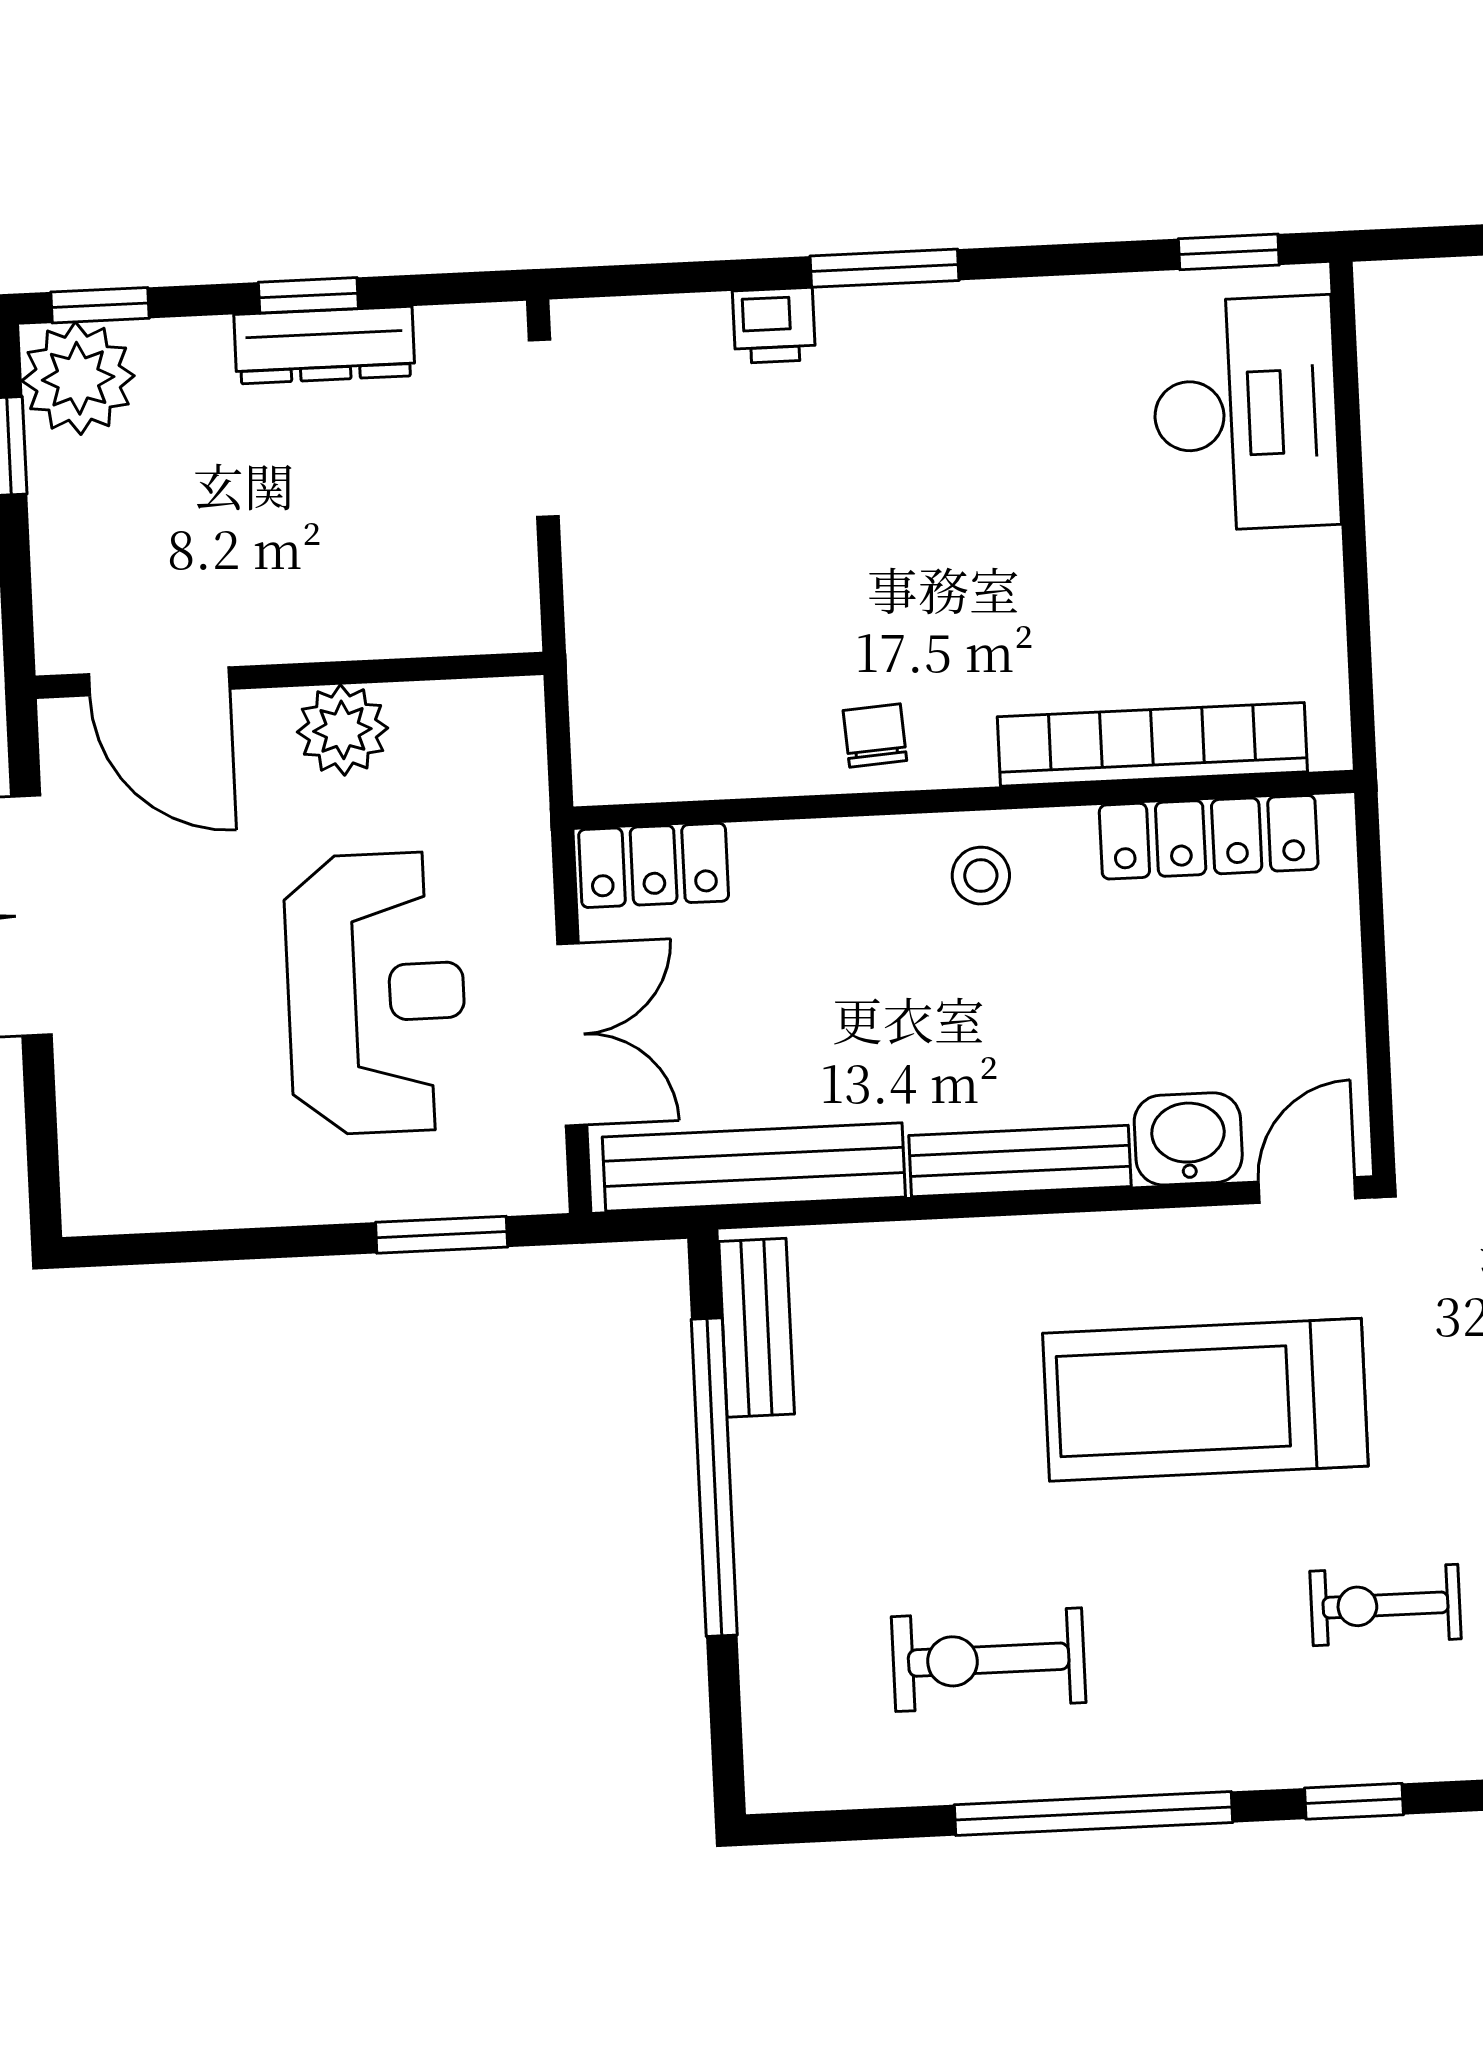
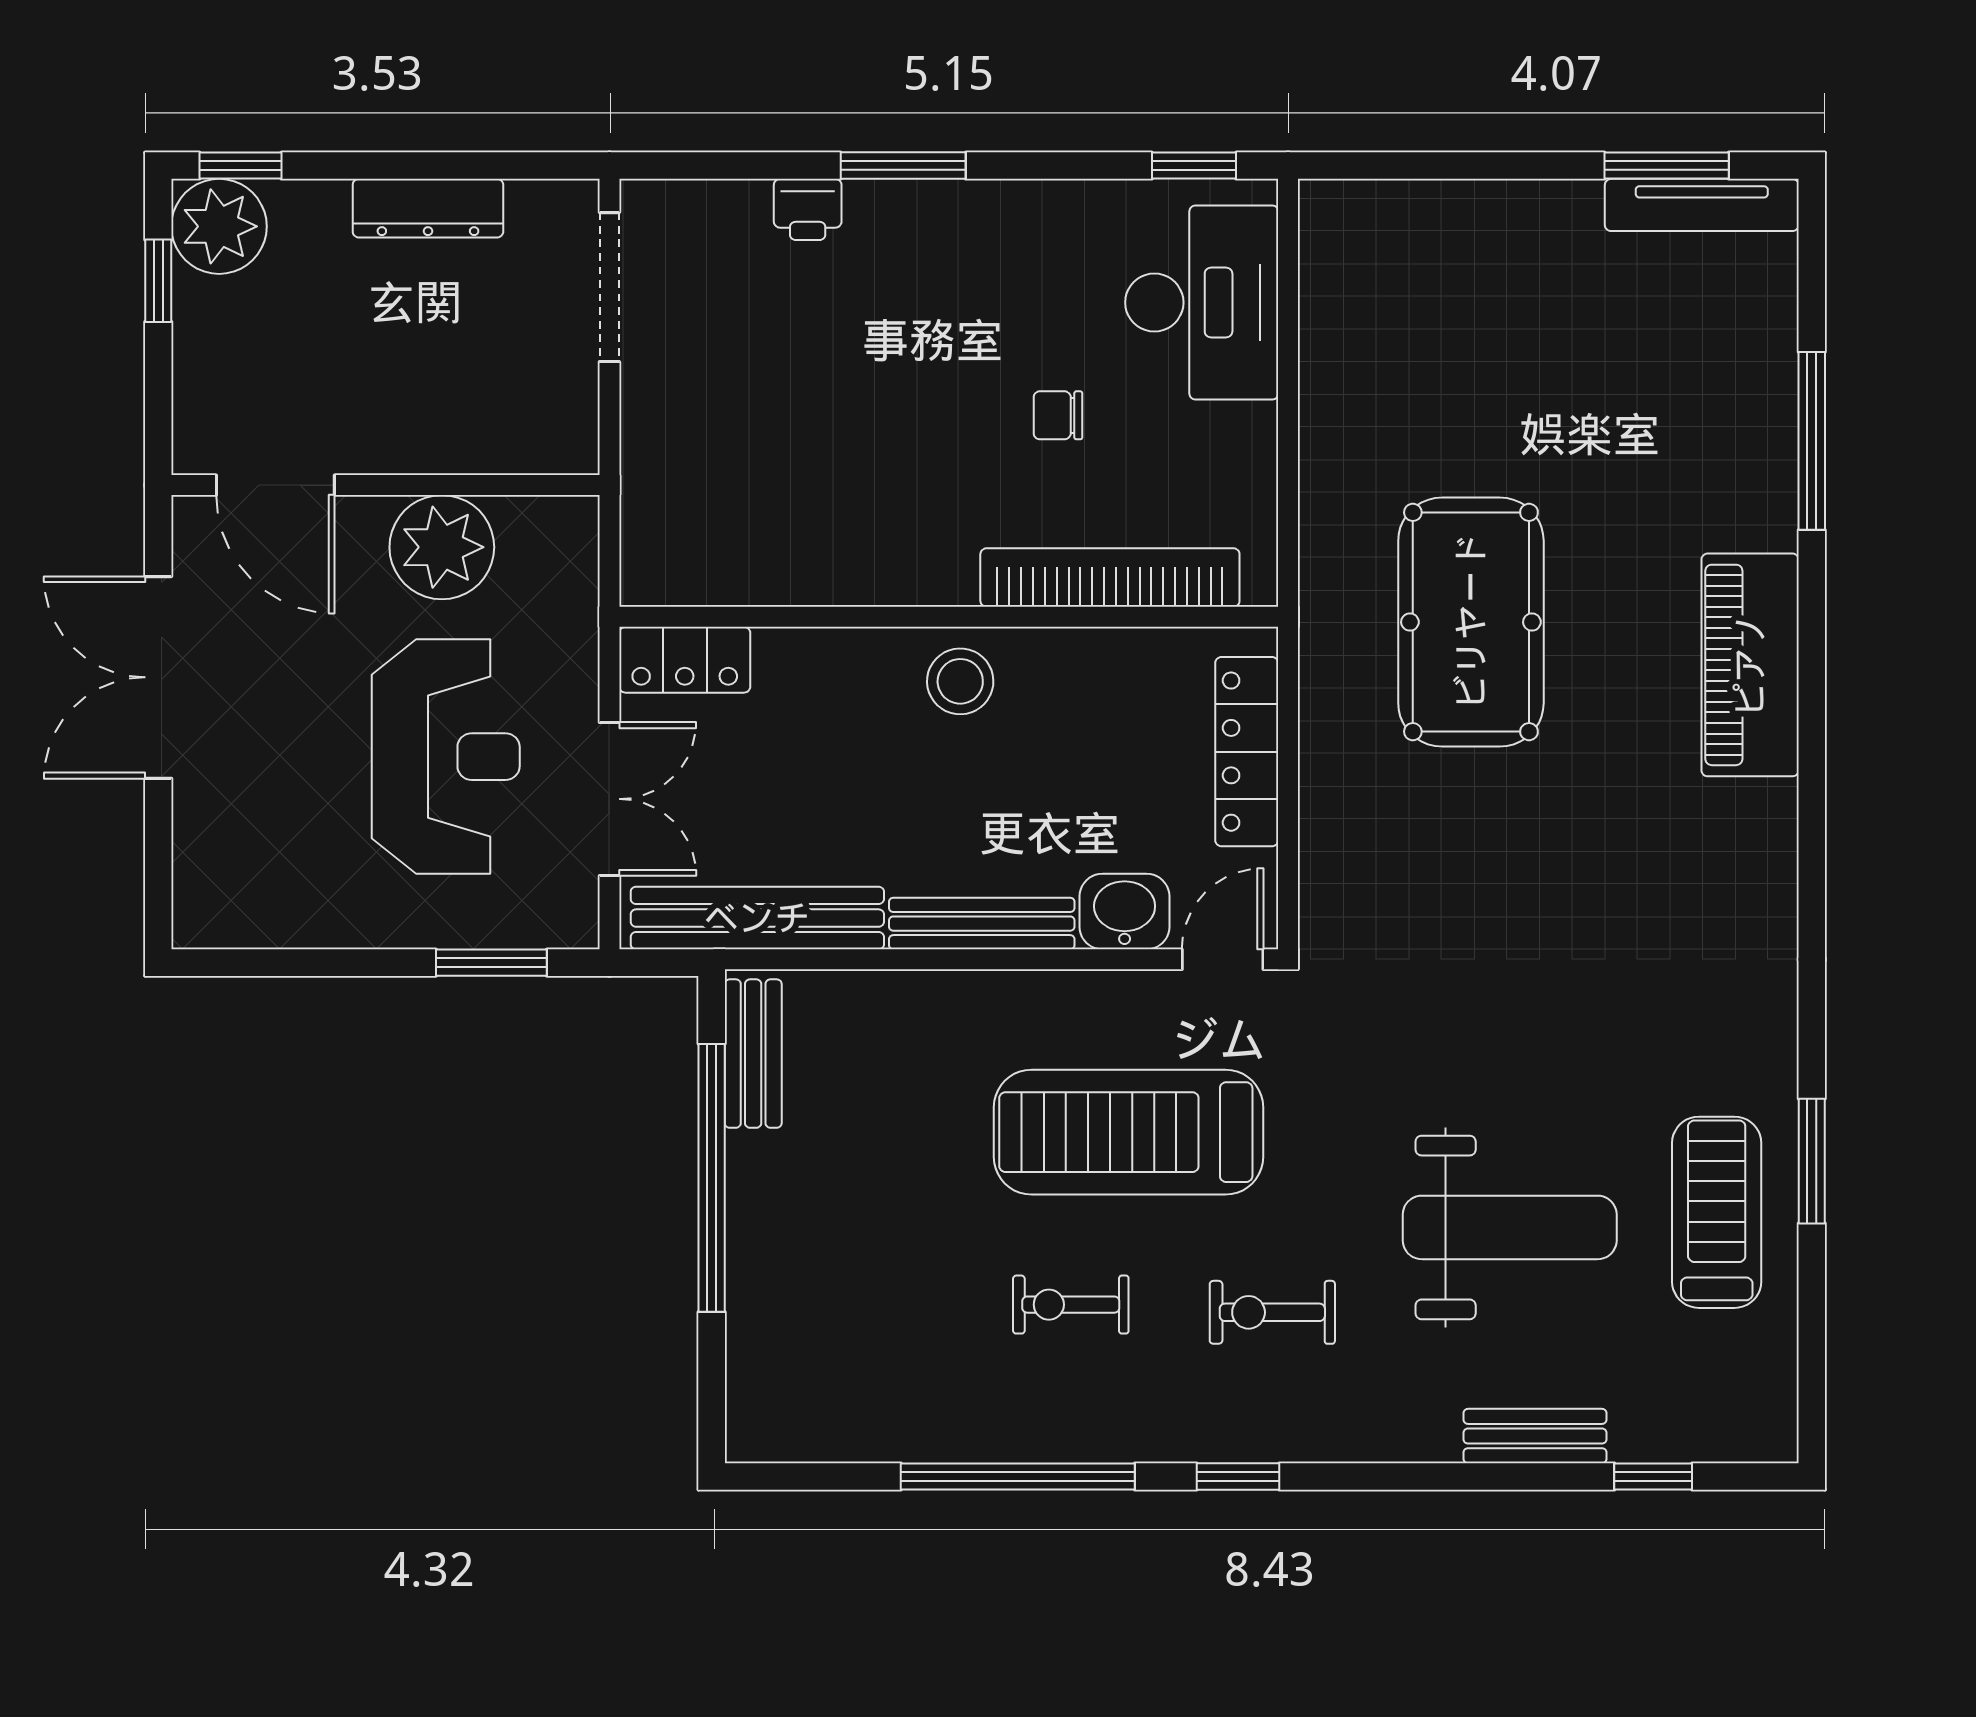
window: (308, 295) -> (416, 166), removed
plant: (342, 730) -> (442, 547), width x1.36, depth x1.36
chair: (875, 736) -> (1058, 415), moved, turned -86
locker: (1209, 837) -> (1247, 752), moved, turned 90
stool: (981, 876) -> (960, 681), width x1.37, depth x1.37
exercise bike: (989, 1660) -> (1071, 1305), moved, width x0.73, depth x0.72

